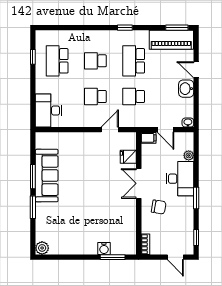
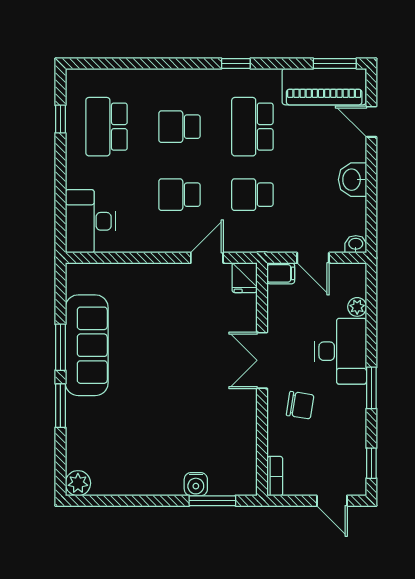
door: (196, 70) -> (371, 122), moved
fridge: (128, 157) -> (245, 278), moved, turned -90

